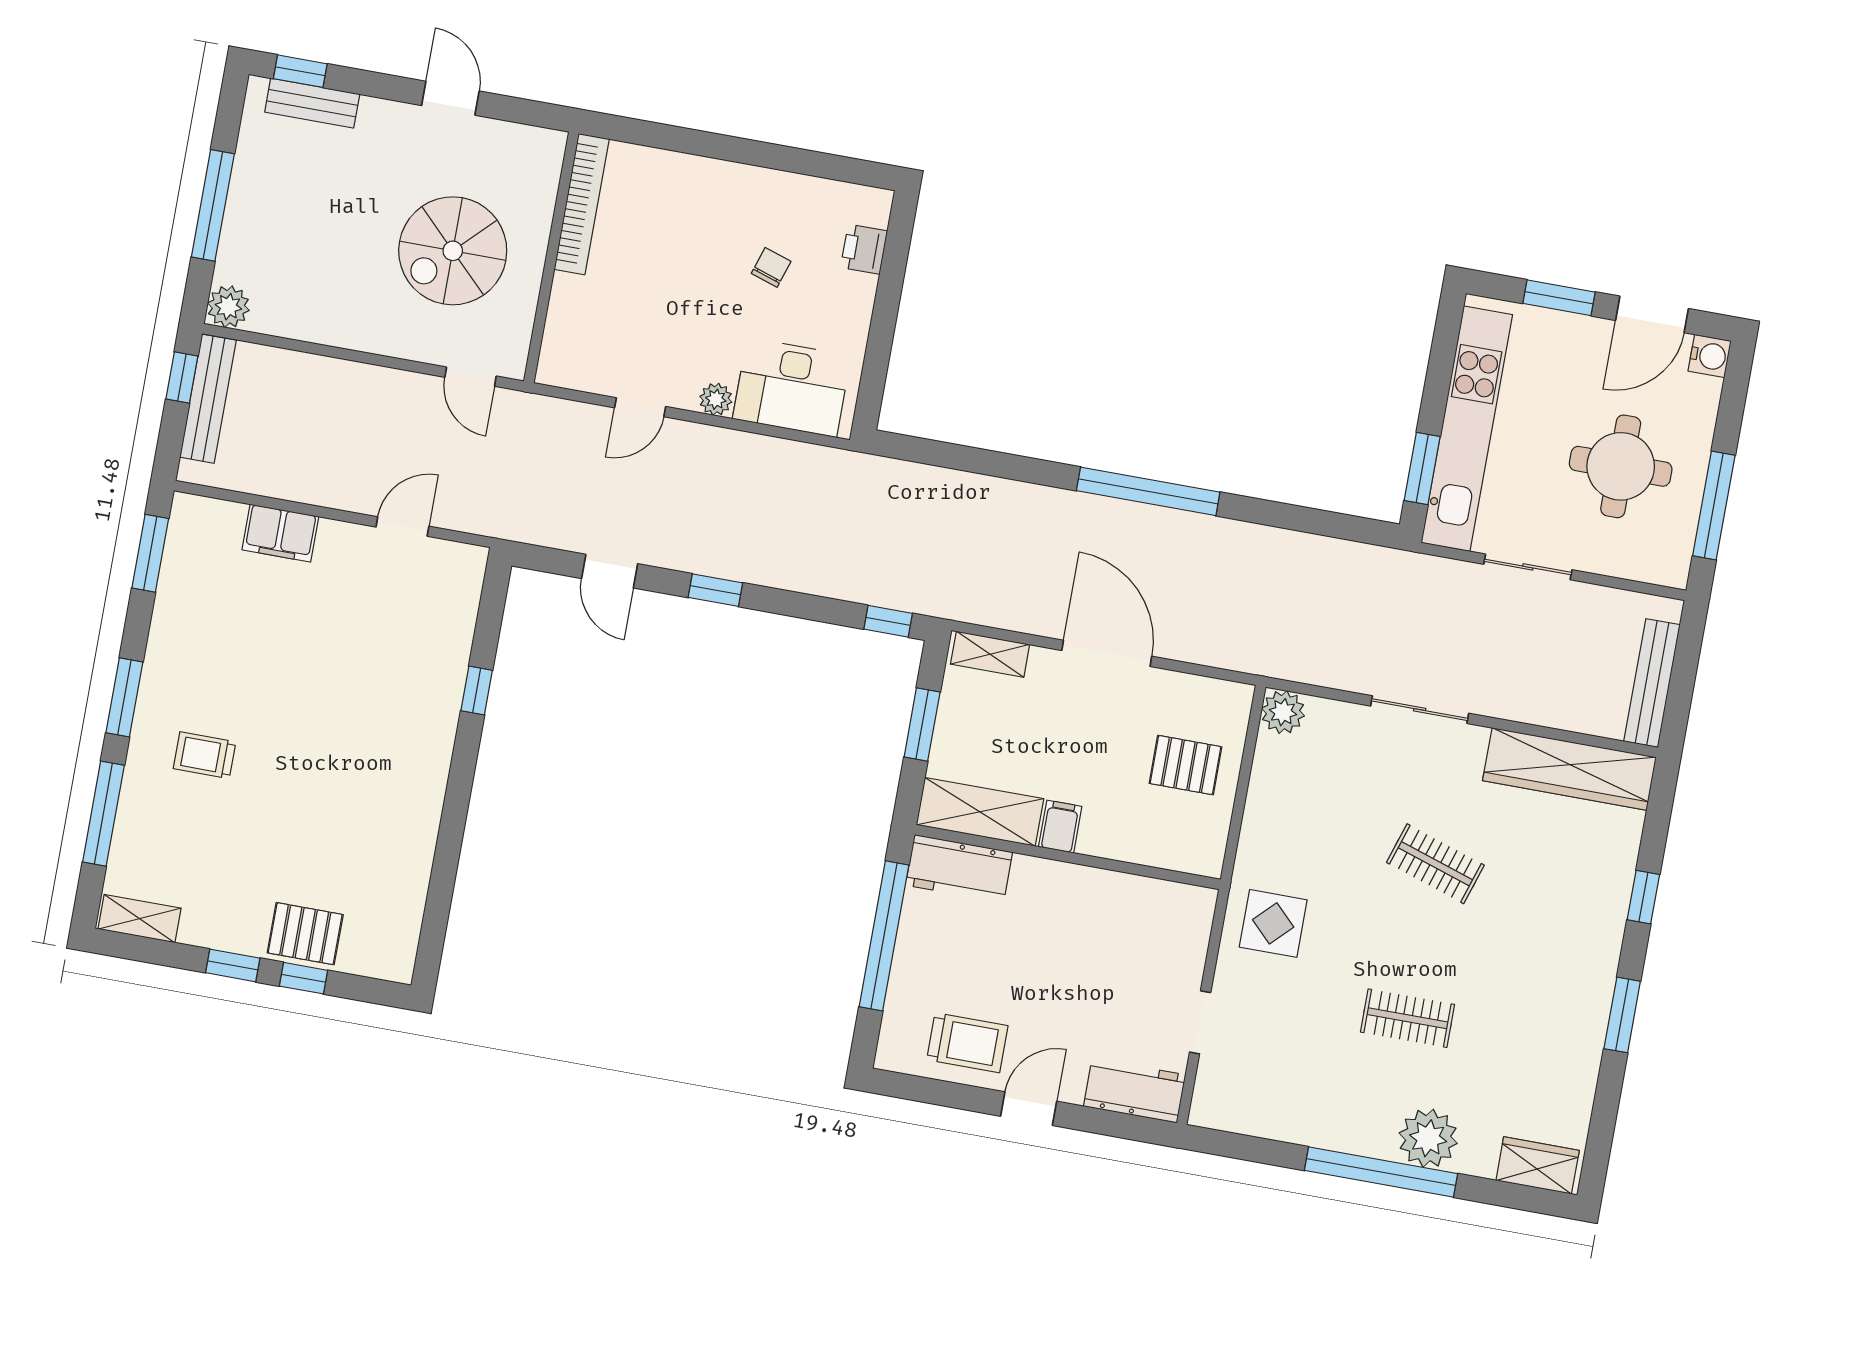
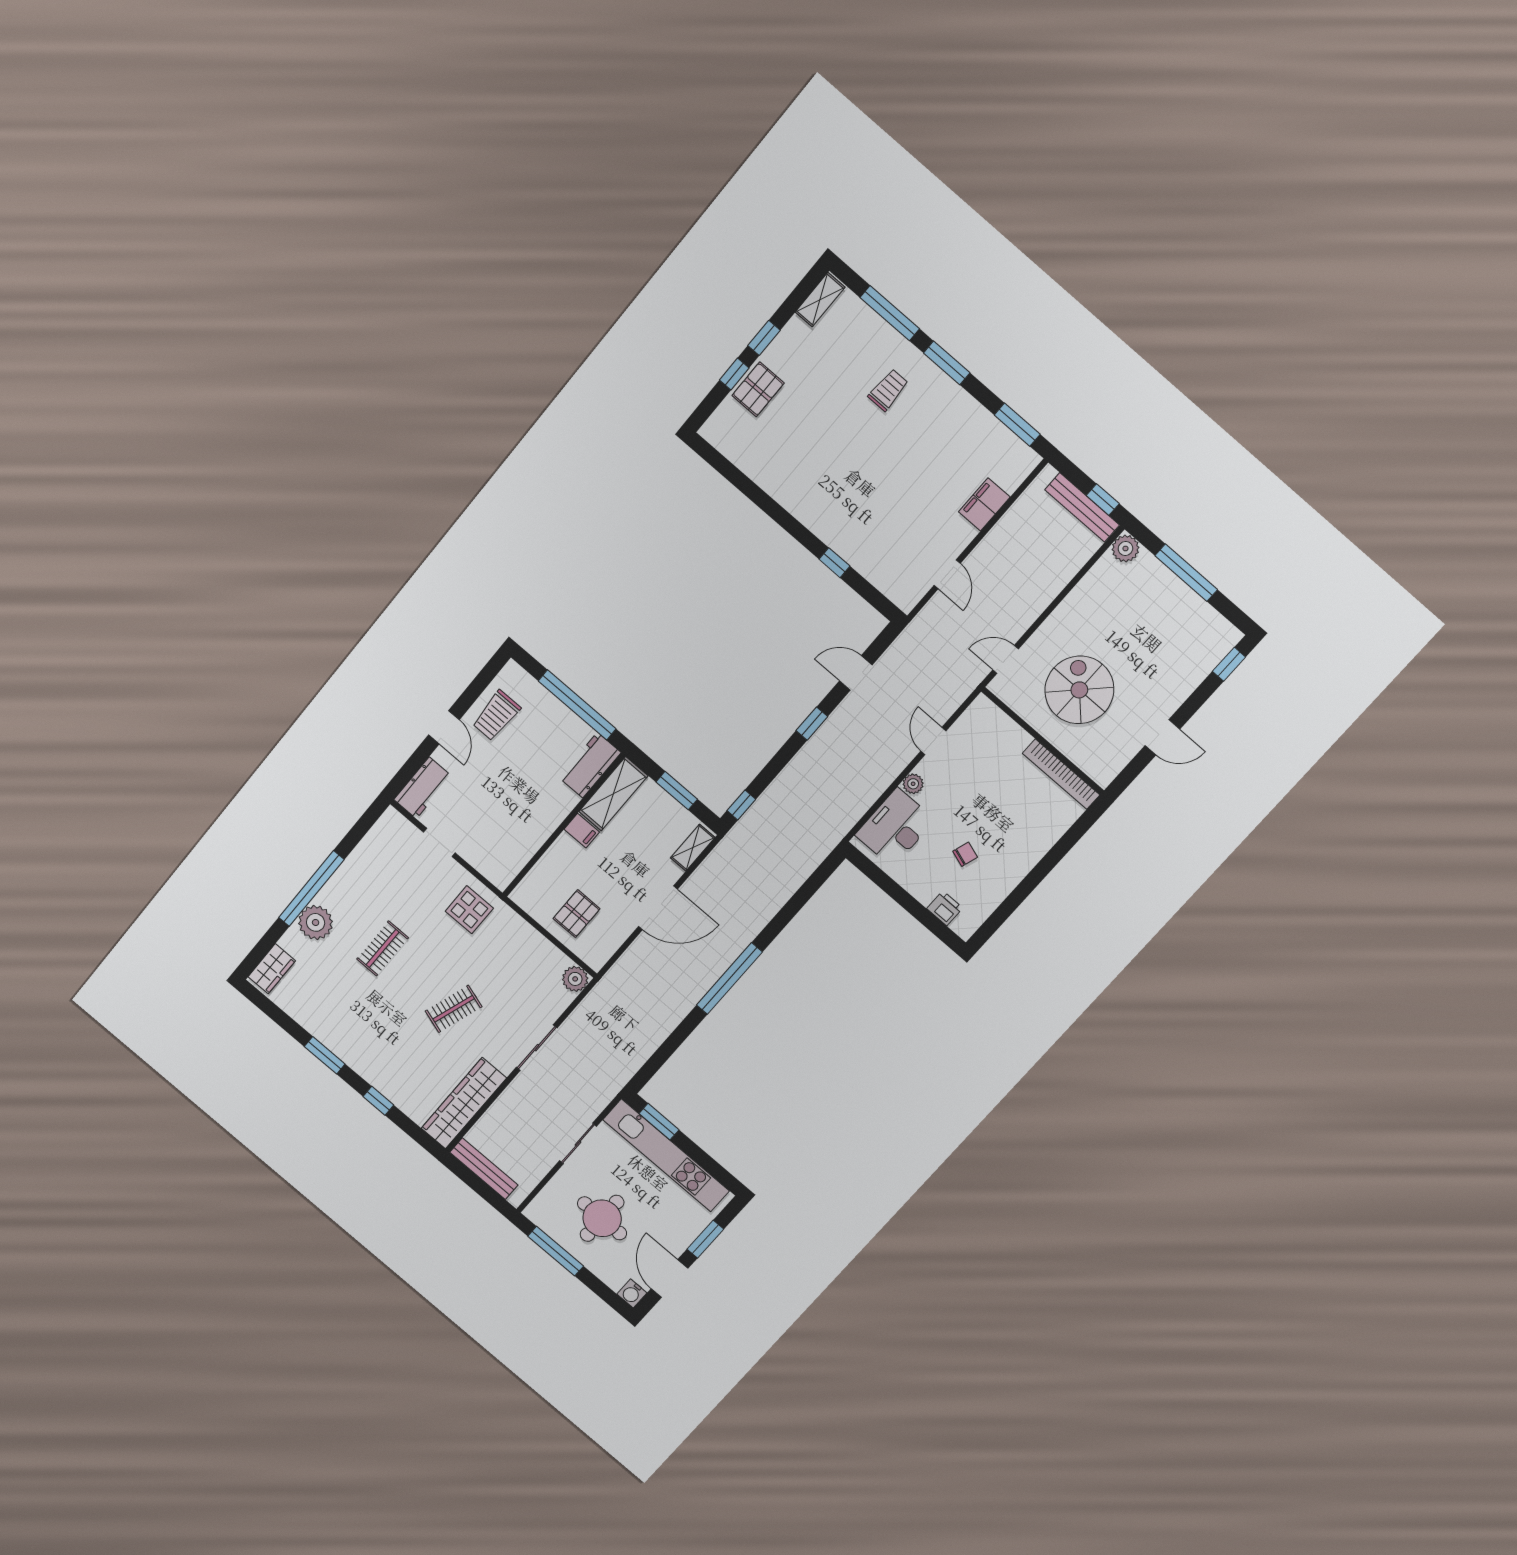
bench: (312, 103) -> (1207, 661), removed
chair: (771, 267) -> (965, 854), turned -90

